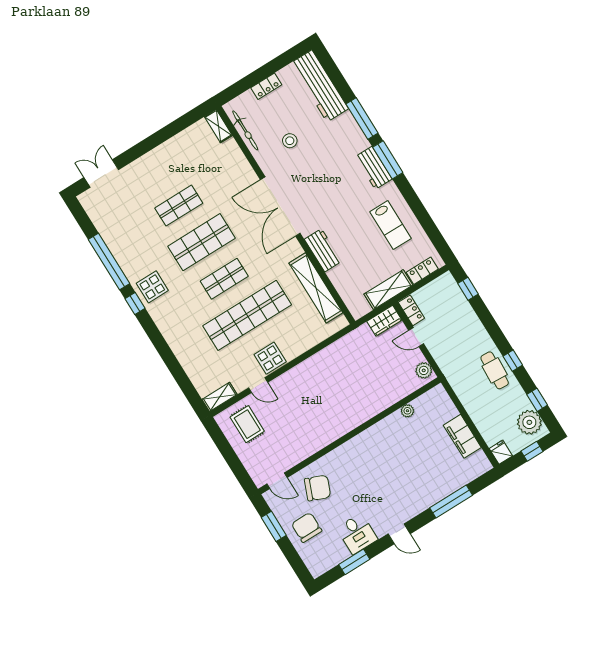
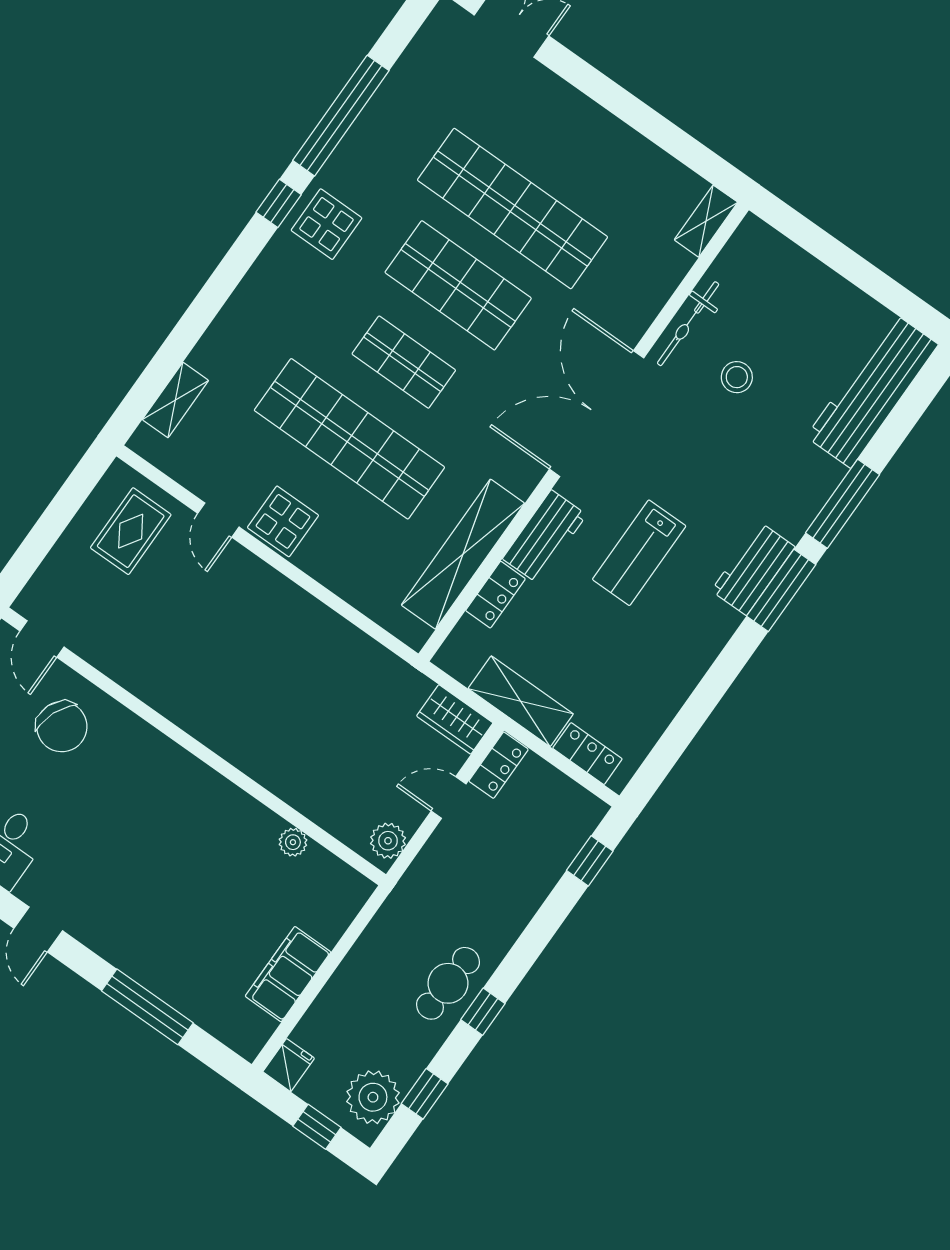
locker: (266, 86) -> (495, 595), moved, turned -90
bicycle: (245, 130) -> (688, 324), moved
shop shelf: (179, 206) -> (513, 209), width x2.00, depth x1.36
lab bench: (391, 225) -> (639, 553), moved
door: (416, 337) -> (449, 798), hinge flipped
shelving: (220, 397) -> (175, 400), moved, turned 90

